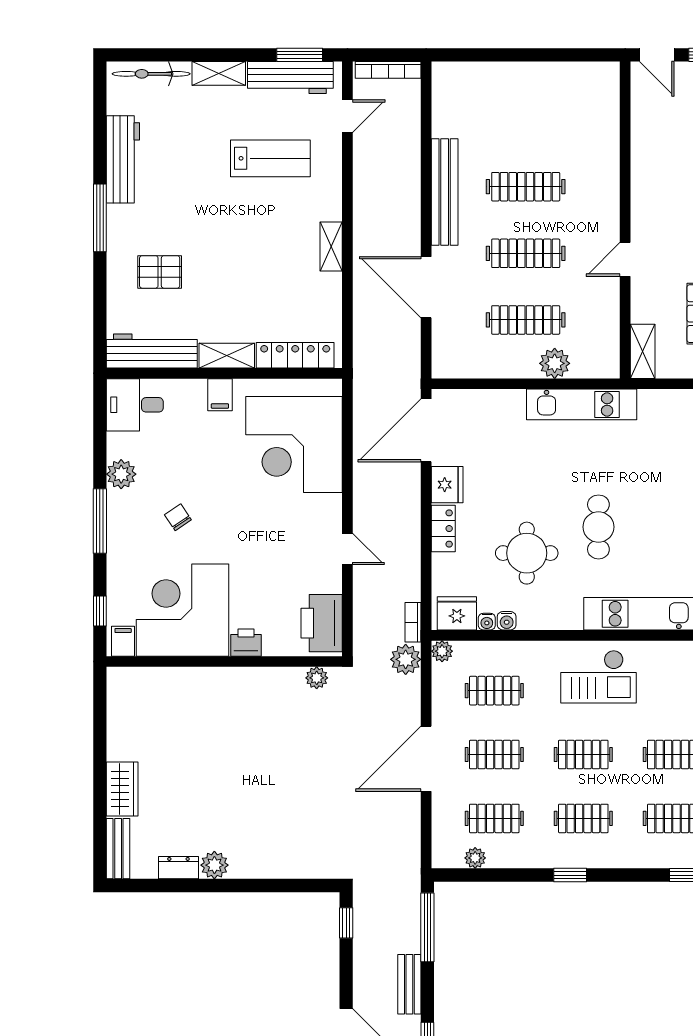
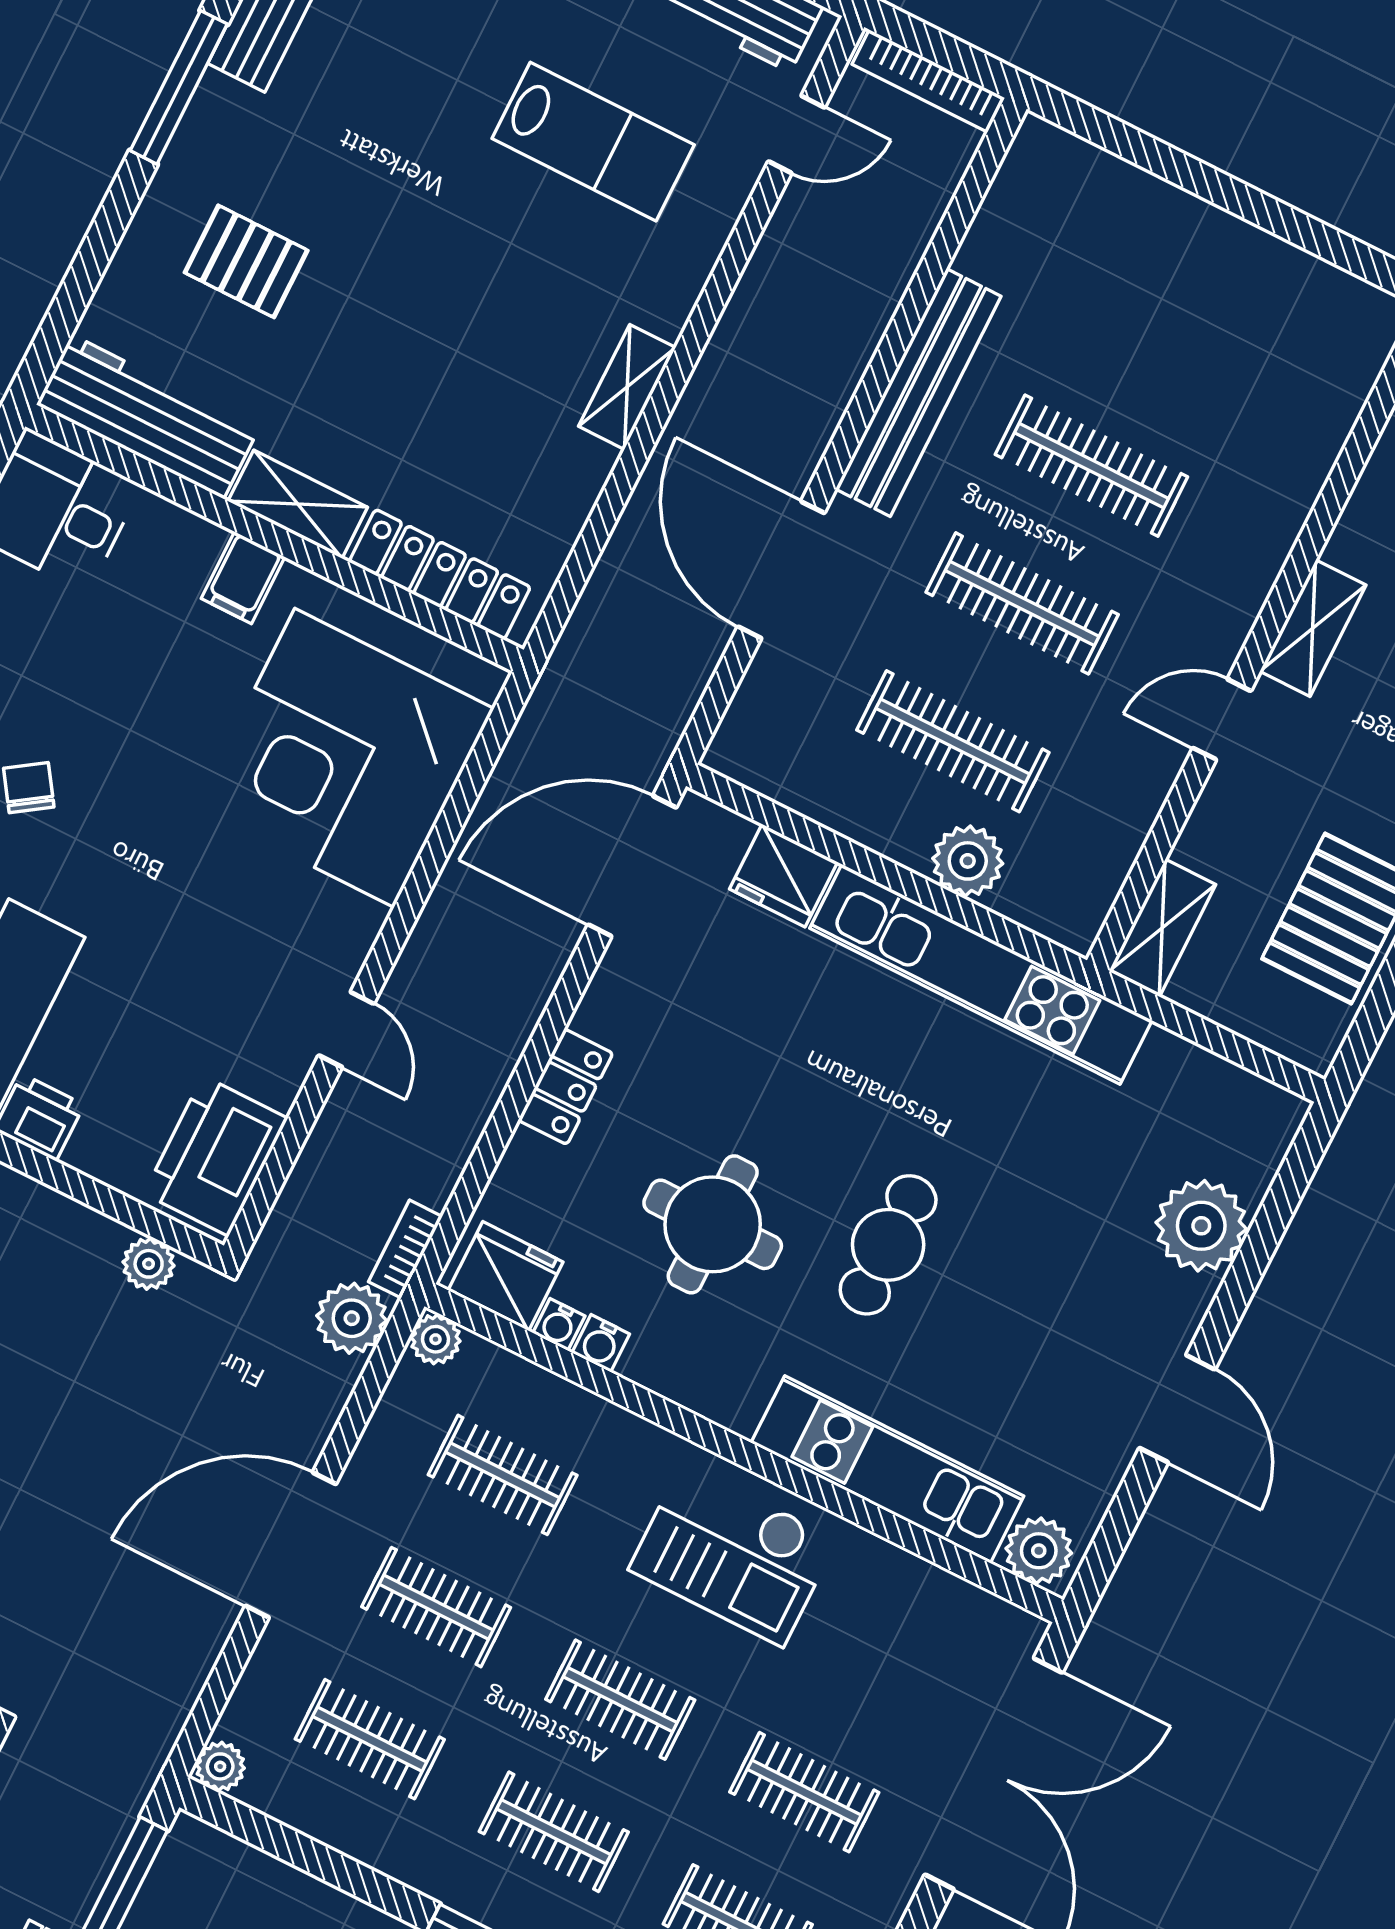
shelving: (643, 206) -> (1313, 628), added
kitchen unit: (582, 404) -> (981, 974), width x1.36
fridge: (447, 485) -> (783, 876), moved, turned 90
plant: (475, 858) -> (220, 1766), moved

